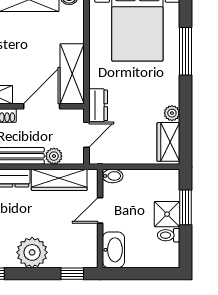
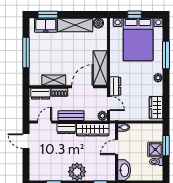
plant: (172, 113) -> (158, 78), moved
door: (86, 135) -> (108, 103), hinge flipped
plant: (54, 156) -> (102, 116), moved

